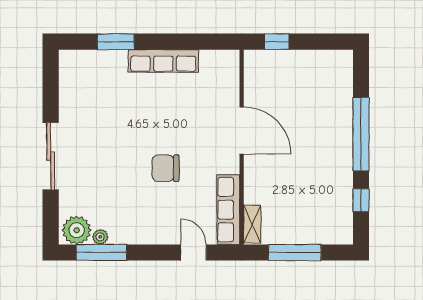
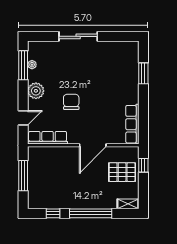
row of seats: (163, 61) -> (132, 124), moved
pallet: (289, 79) -> (122, 172), added
shelving: (252, 224) -> (128, 204), moved
plant: (77, 230) -> (36, 91), moved

